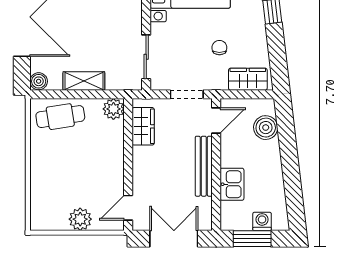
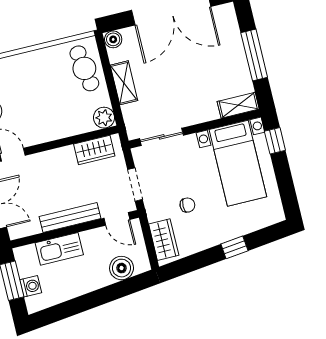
kitchen sink: (232, 184) -> (59, 249), width x1.38

